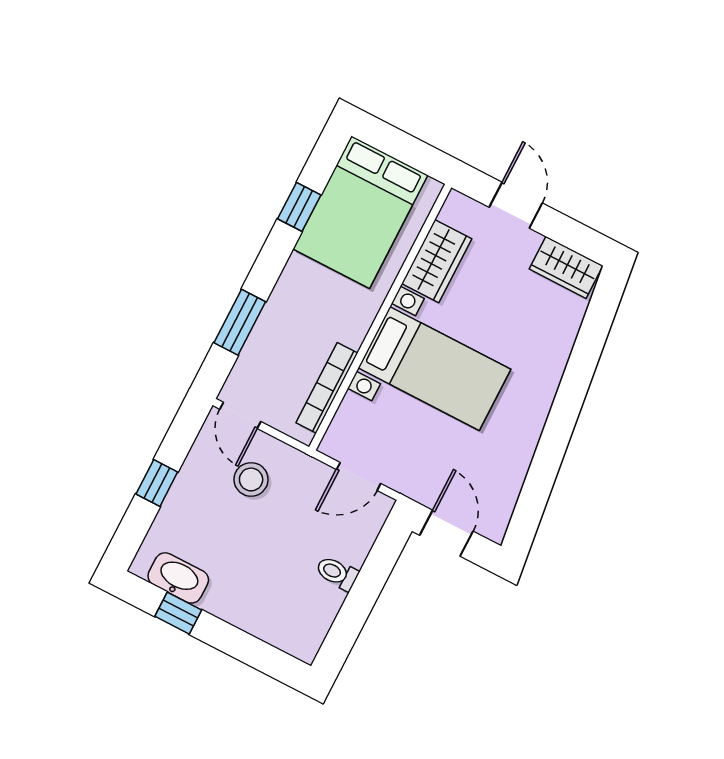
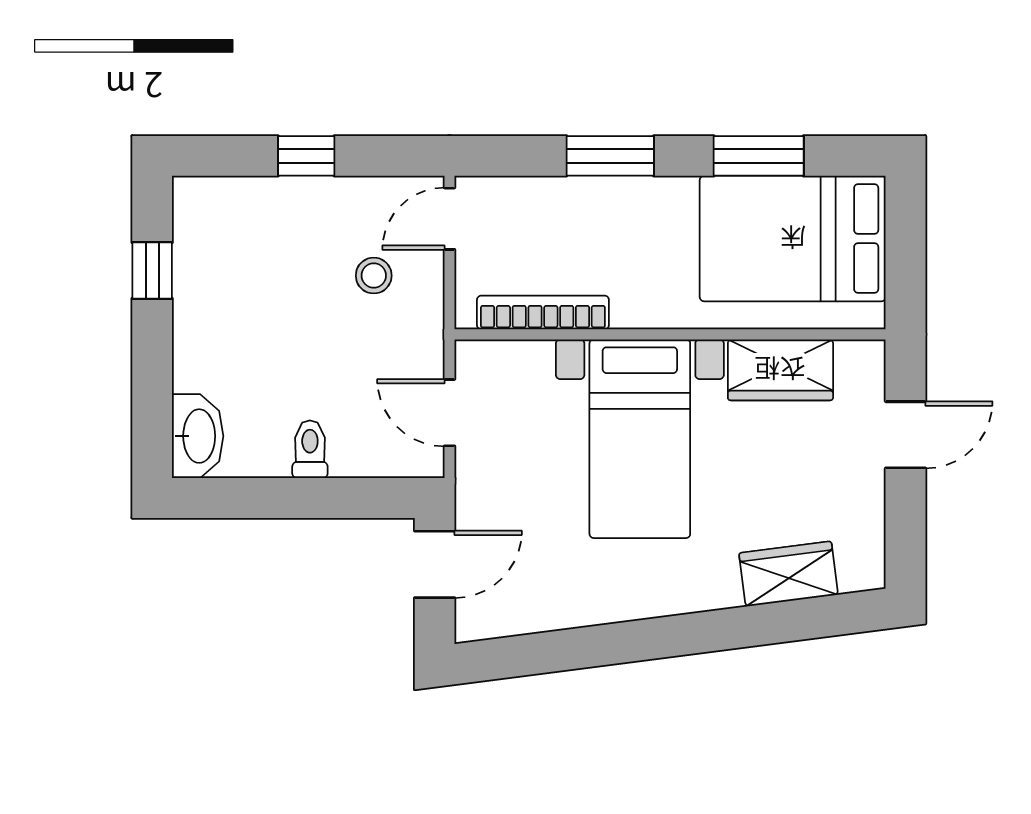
window: (299, 207) -> (759, 156), width x1.50
wardrobe: (566, 267) -> (789, 574), moved, turned 83
window: (240, 322) -> (610, 156), moved
stool: (251, 479) -> (374, 276), width x0.73, depth x0.73
washbasin: (178, 578) -> (198, 436), moved

